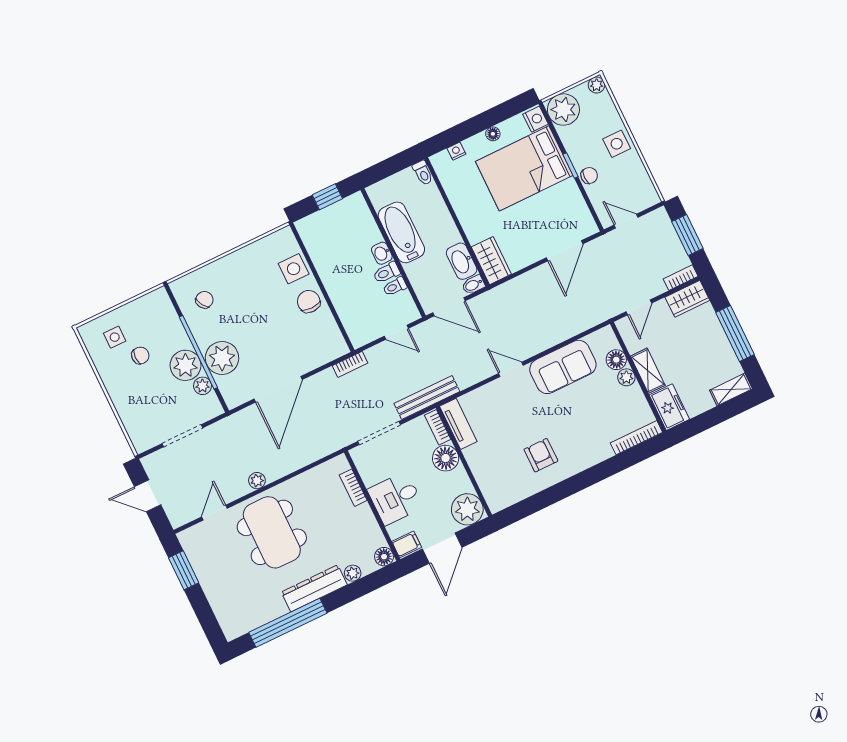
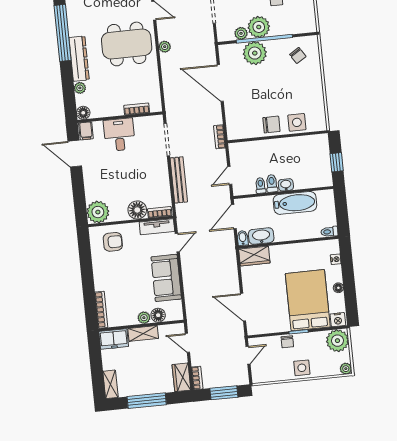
tv unit: (458, 424) -> (157, 227), moved
bookcase: (438, 427) -> (160, 212), moved
floor lamp: (446, 458) -> (137, 210), moved
wall: (464, 461) -> (131, 221), moved
plant: (467, 509) -> (98, 212), moved

